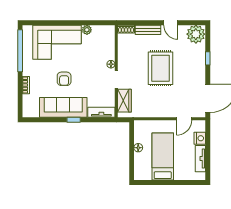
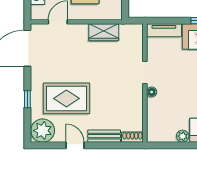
rug: (161, 68) -> (66, 98), moved, turned 90
wardrobe: (124, 101) -> (104, 32), moved, turned -90

